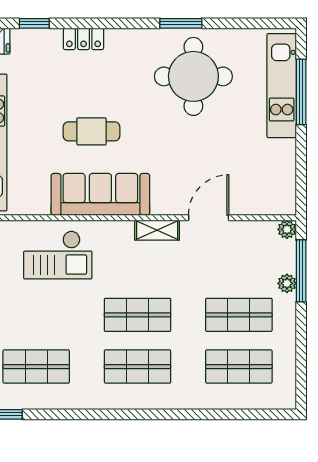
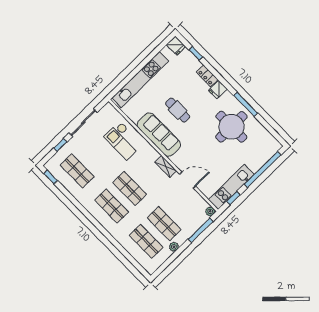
window: (181, 23) -> (246, 104), width x1.44
fridge: (119, 43) -> (218, 90), added
kitchen unit: (282, 86) -> (231, 187), moved
window: (301, 92) -> (263, 169), width x1.46
window: (301, 176) -> (233, 198), added
plant: (287, 283) -> (174, 247), moved

